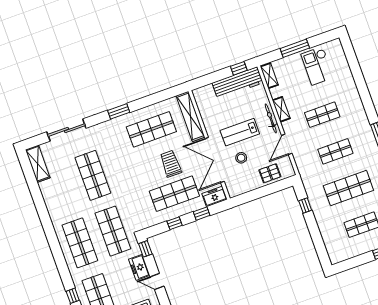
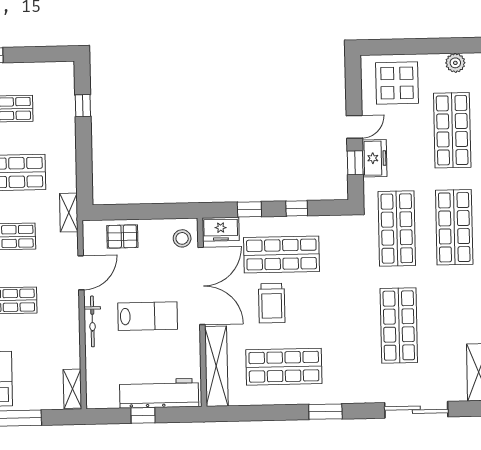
window: (239, 68) -> (143, 415), moved
workbench: (237, 83) -> (159, 393), moved
shelving: (281, 109) -> (69, 213), moved
stool: (241, 158) -> (182, 238), moved
window: (305, 205) -> (83, 106), moved
window: (145, 249) -> (355, 163), moved
door: (157, 282) -> (354, 127), hinge flipped

